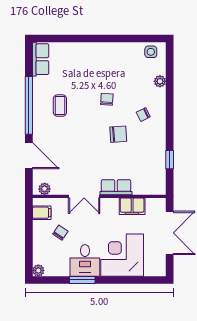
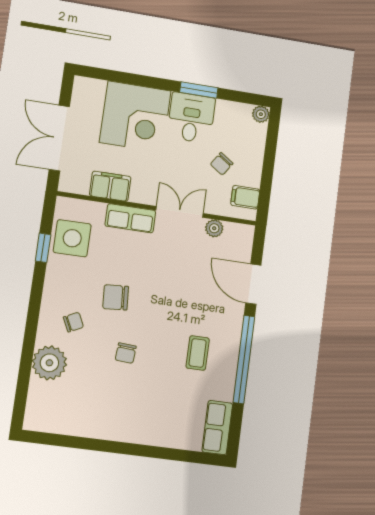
side table: (151, 52) -> (72, 238), moved, width x1.87, depth x1.87
plant: (160, 81) -> (49, 363), width x1.88, depth x1.88
plant: (45, 189) -> (214, 228), moved

